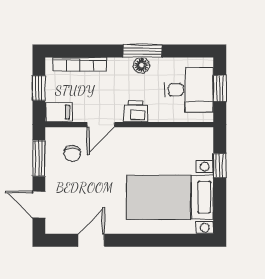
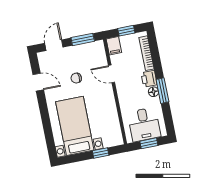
printer: (136, 111) -> (149, 79), moved, turned 180
chair: (72, 154) -> (76, 78), moved

